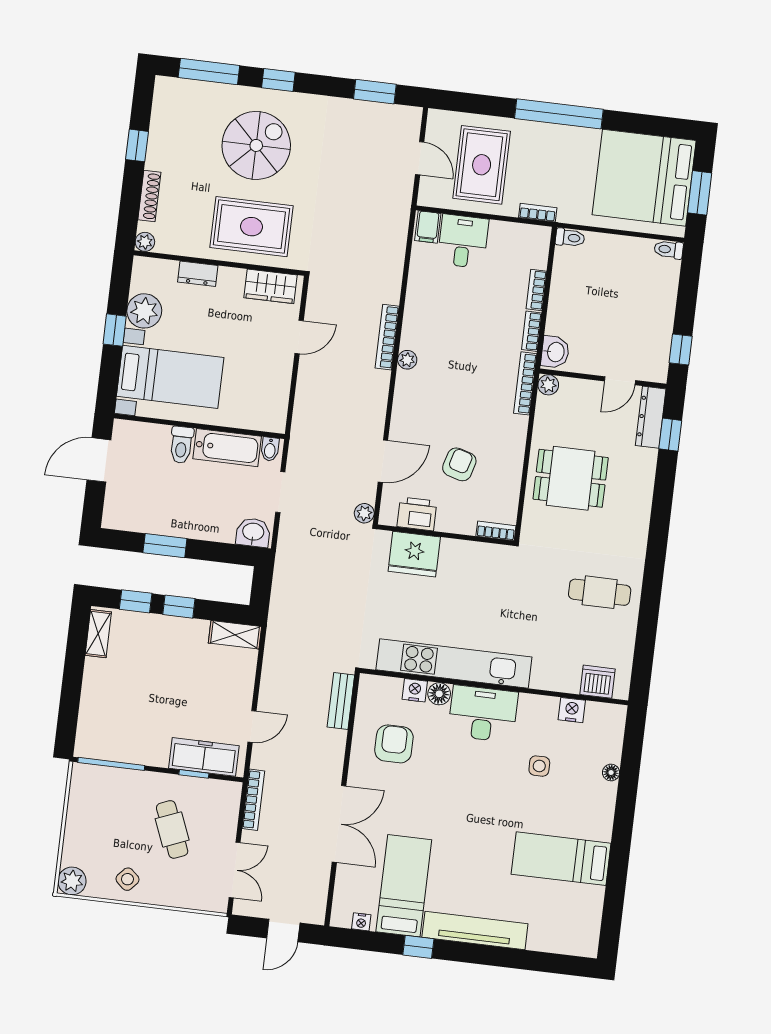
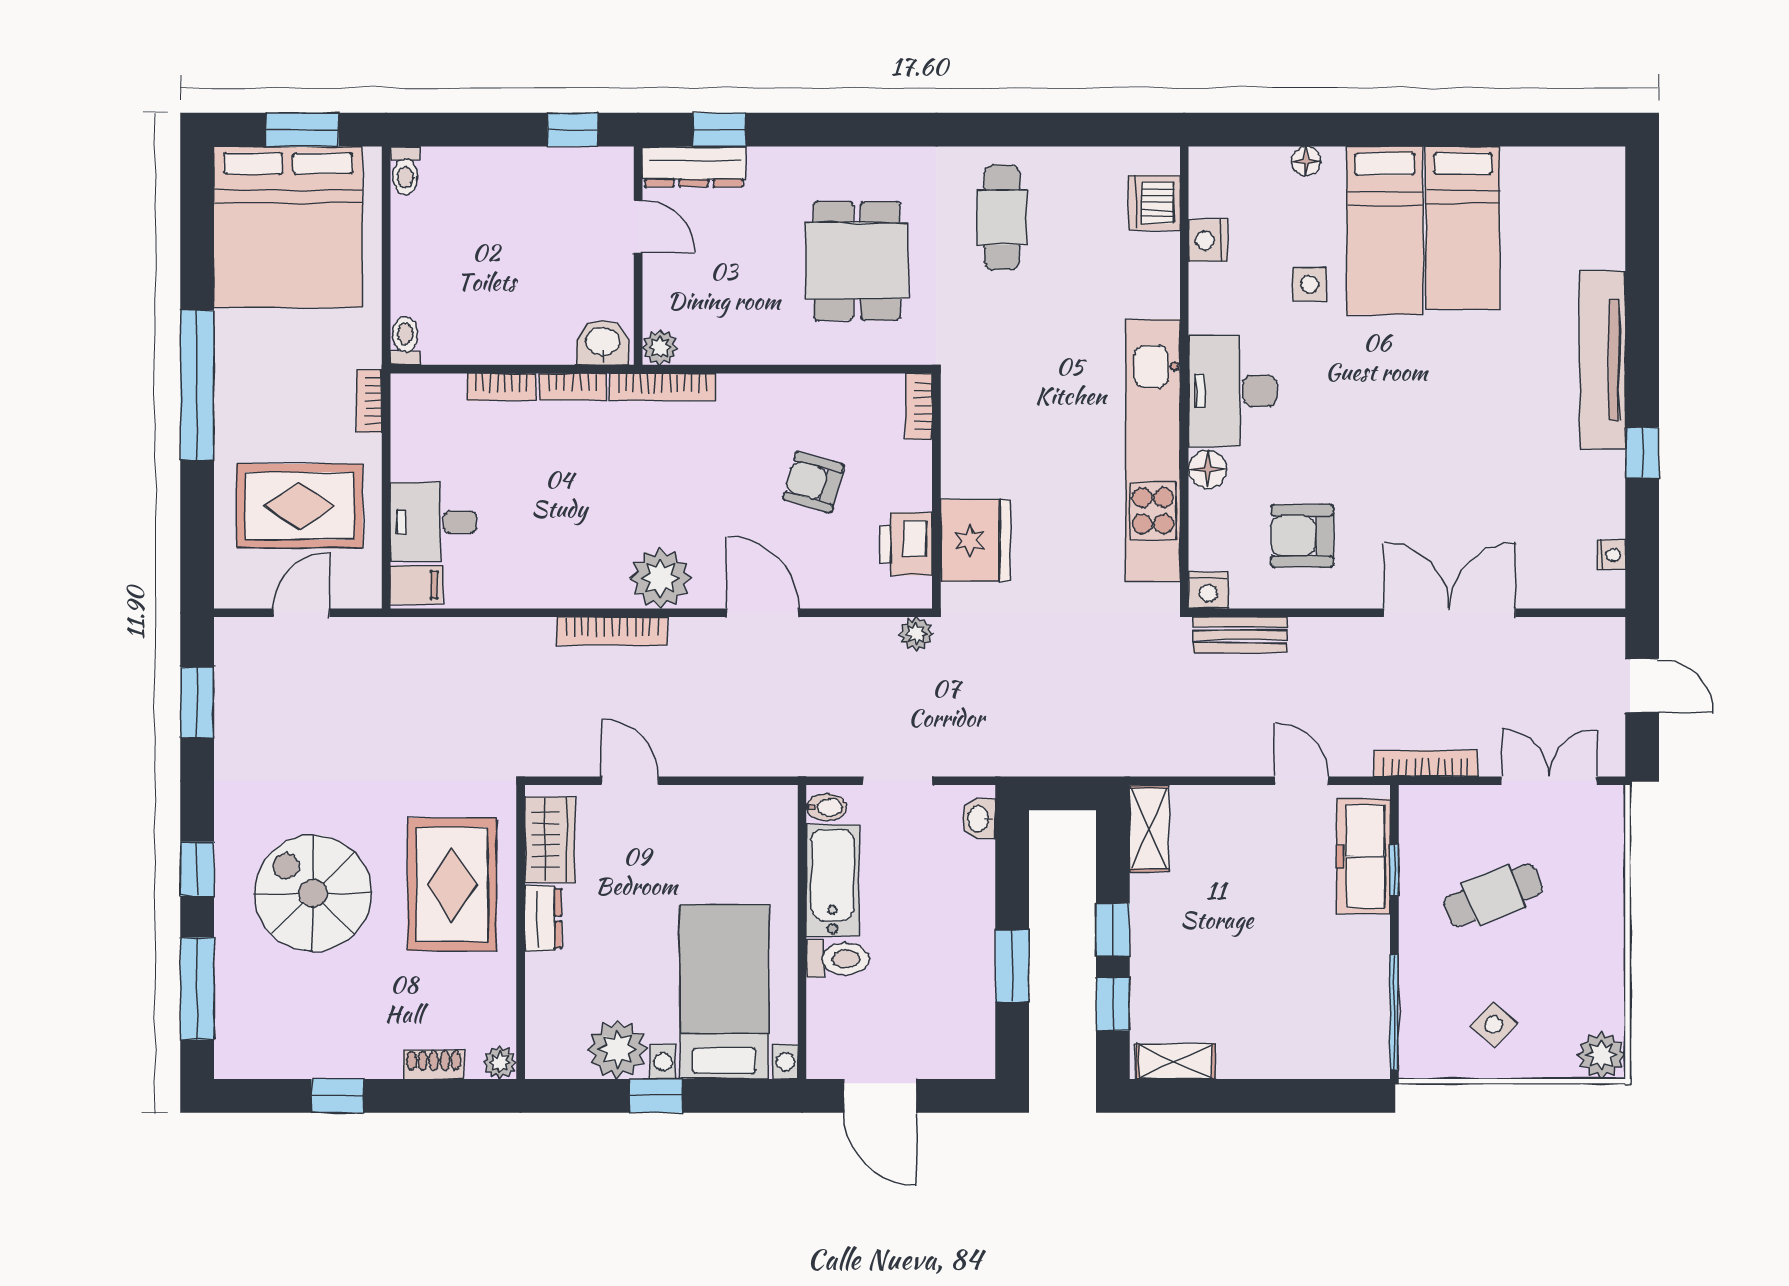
shoe rack: (149, 196) -> (434, 1064), width x0.70
dresser: (198, 274) -> (543, 919), moved
plant: (407, 360) -> (661, 578), width x1.88, depth x1.88
door: (383, 461) -> (763, 613), moved
dining table: (571, 478) -> (857, 261), moved
washbasin: (253, 532) -> (979, 819), width x0.72, depth x0.69
nightstand: (415, 690) -> (1208, 590), moved, turned -90
side table: (127, 879) -> (1494, 1025), moved
bed: (404, 886) -> (1385, 231), moved, turned -90

